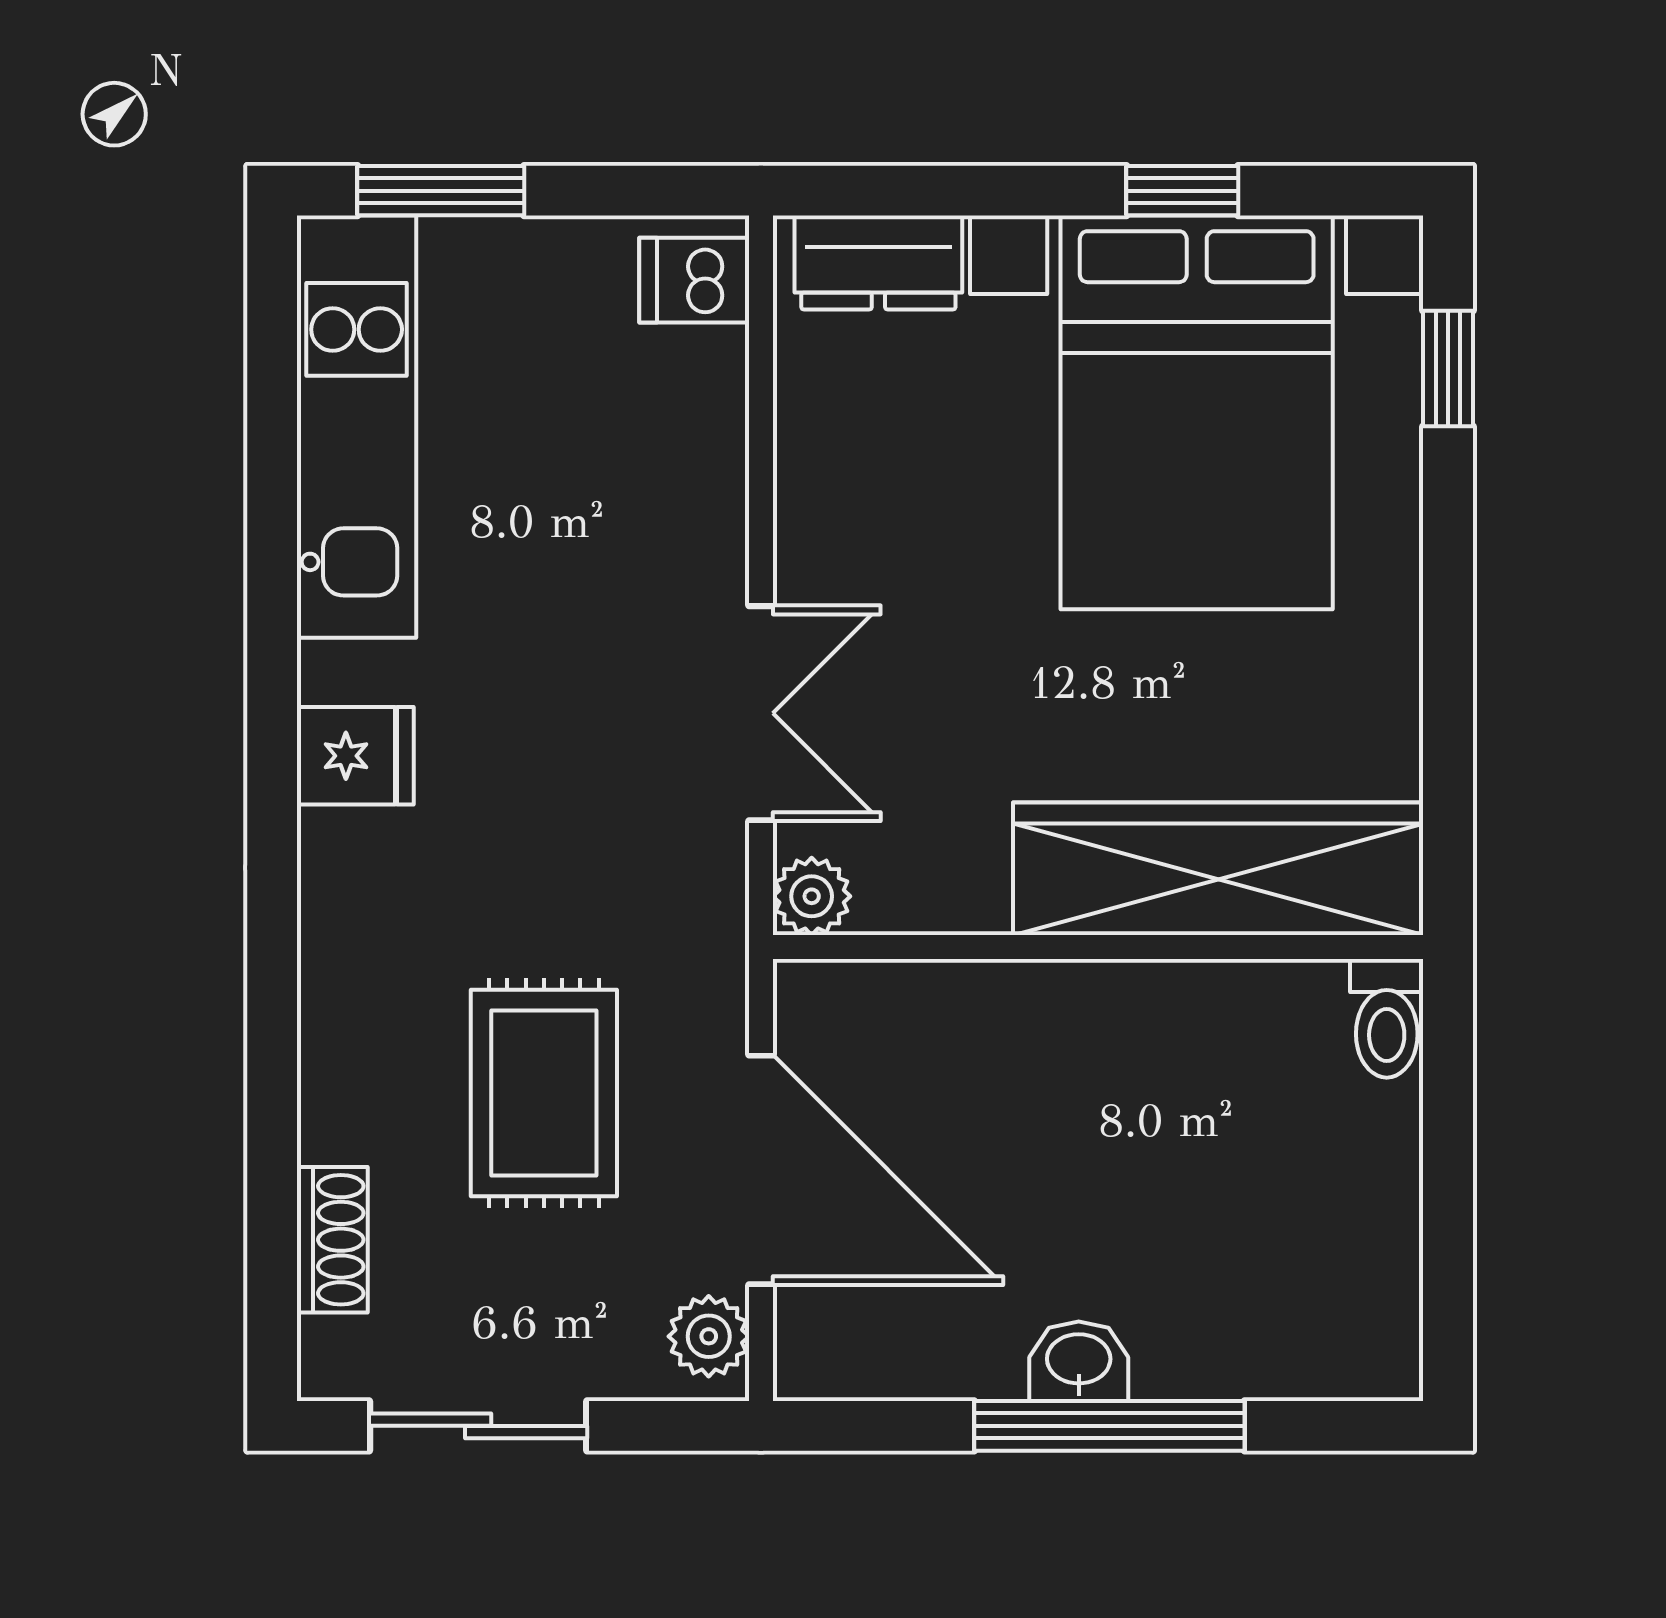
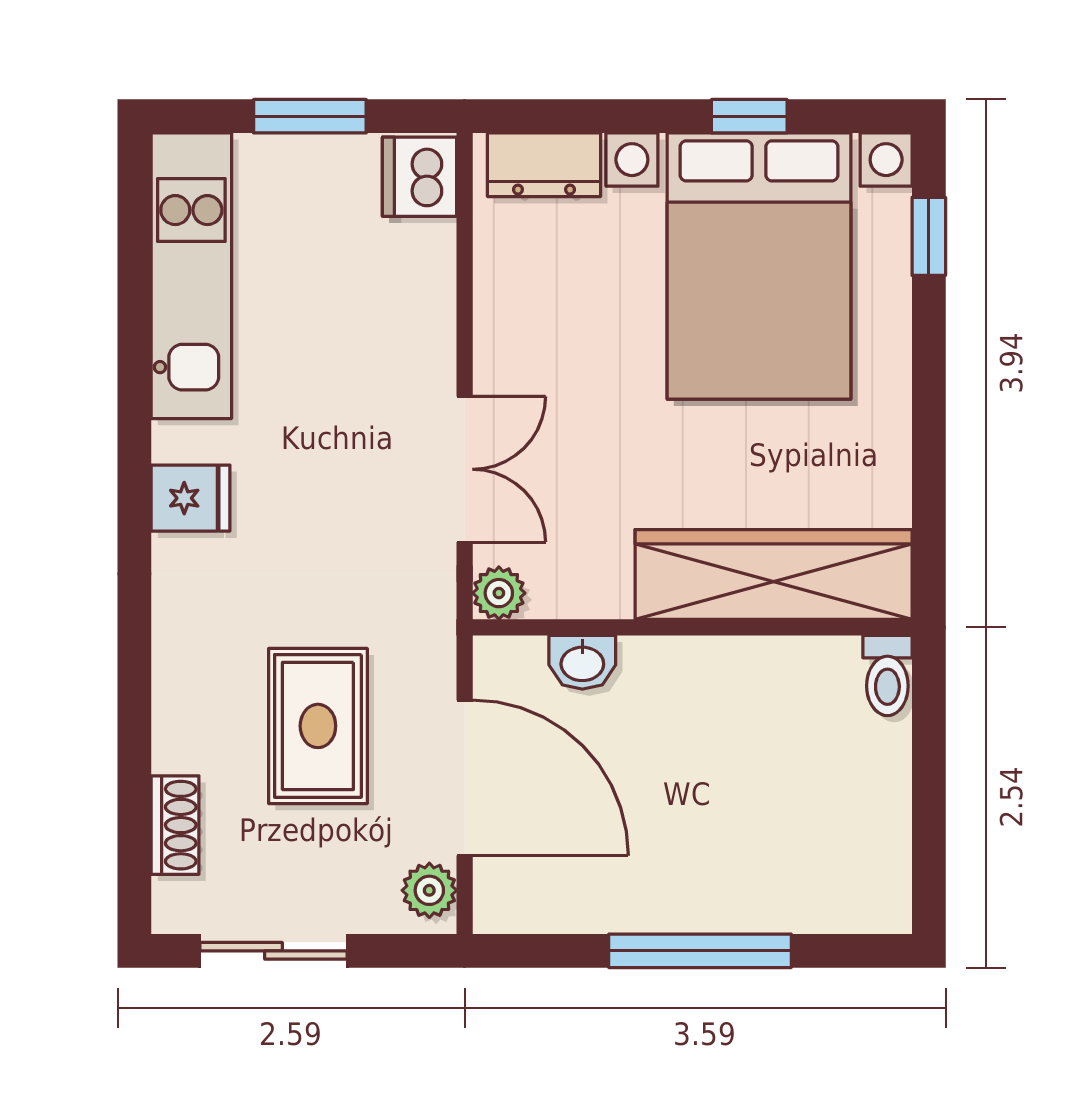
window: (441, 191) -> (310, 116), moved
dishwasher: (694, 280) -> (420, 177), width x1.38
washbasin: (1079, 1361) -> (582, 662), moved, turned 180

